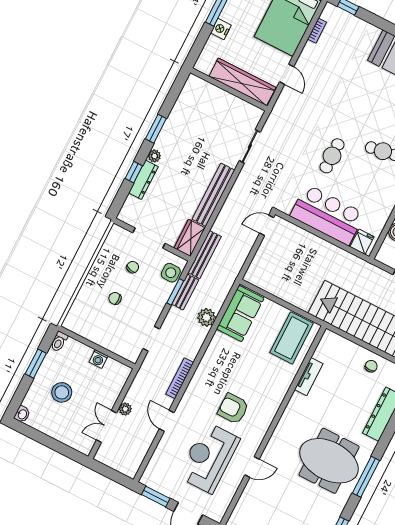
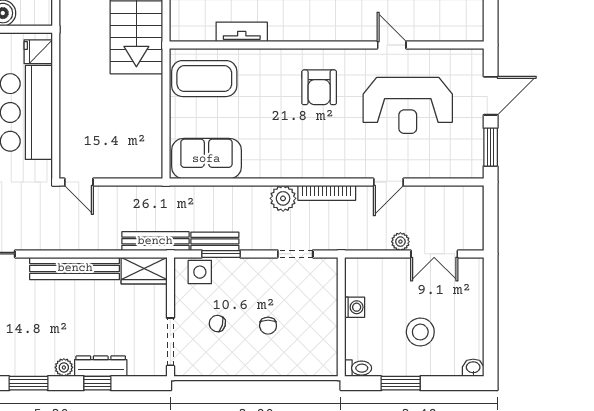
doorway: (149, 238) -> (170, 342), moved
plant: (207, 317) -> (283, 198), moved
armchair: (233, 409) -> (319, 87), moved

